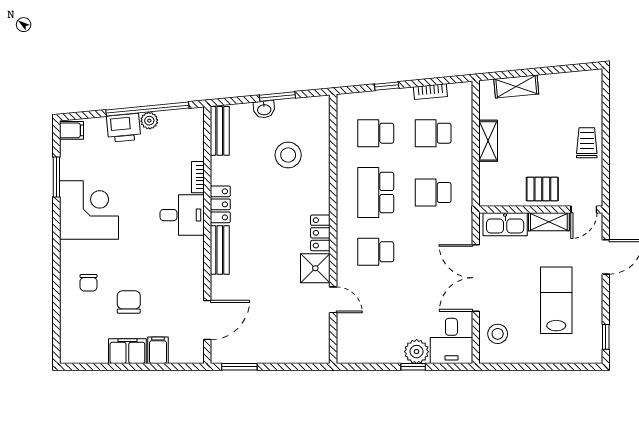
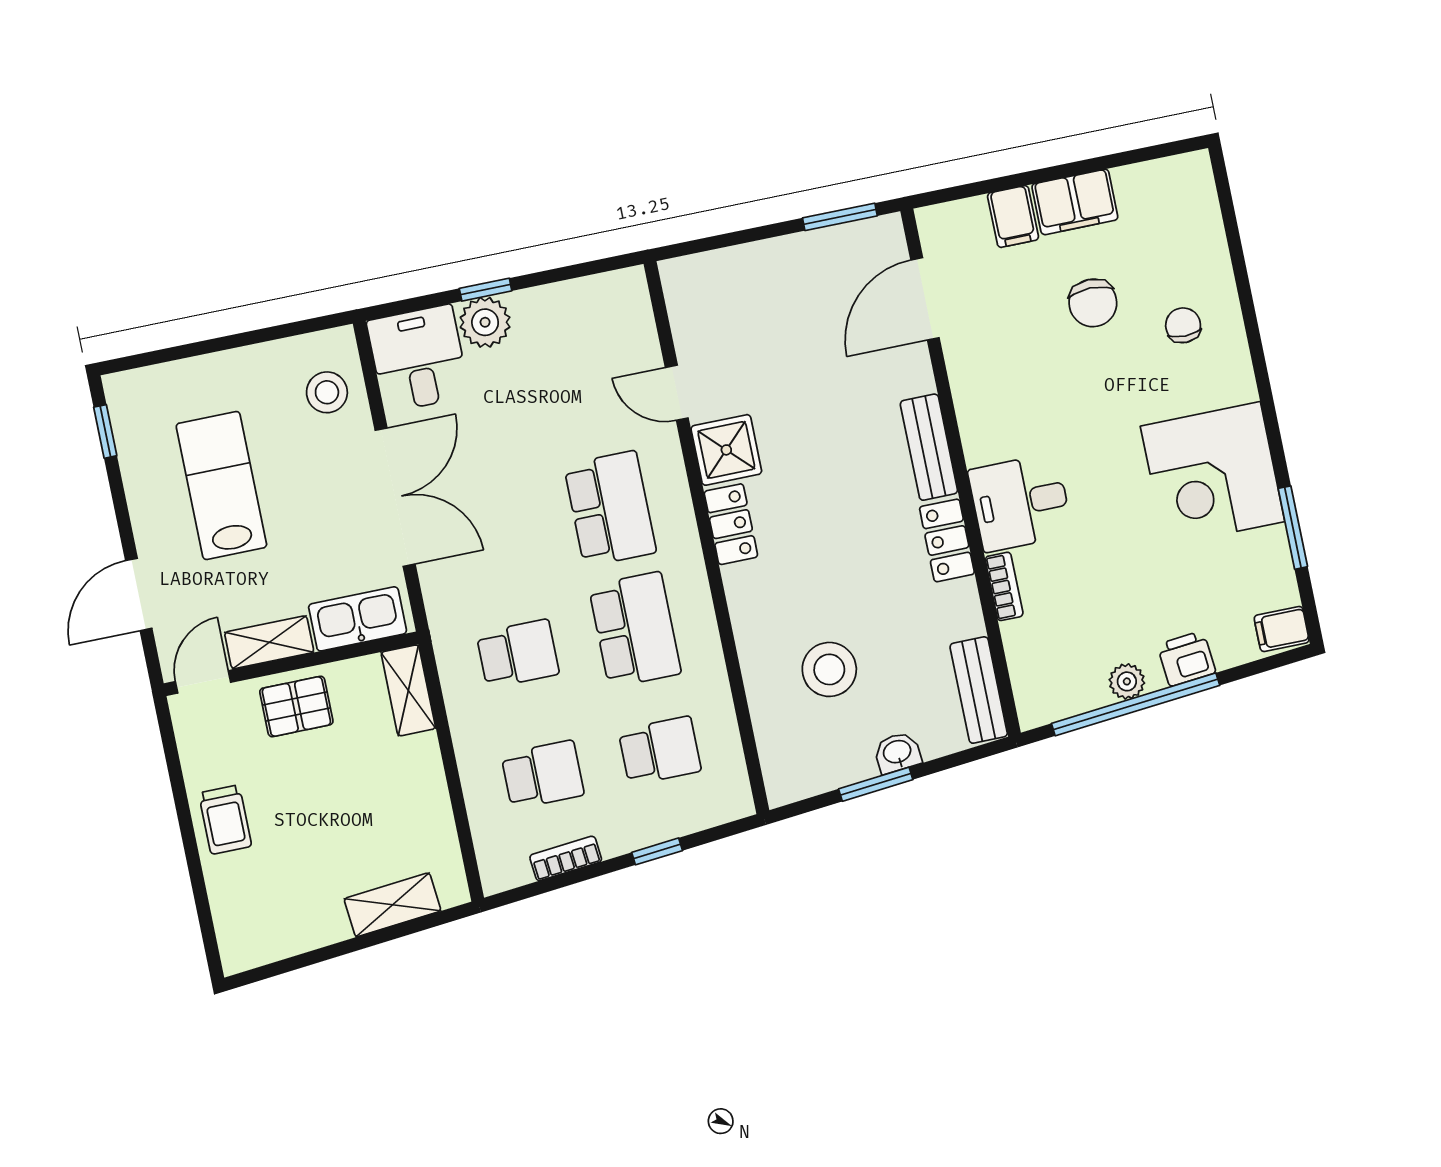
printer: (124, 128) -> (1186, 659), width x0.73, depth x0.81
shelving: (488, 141) -> (408, 690), moved
school desk: (376, 252) -> (610, 509), width x1.85
lab bench: (556, 300) -> (221, 486), turned 180

